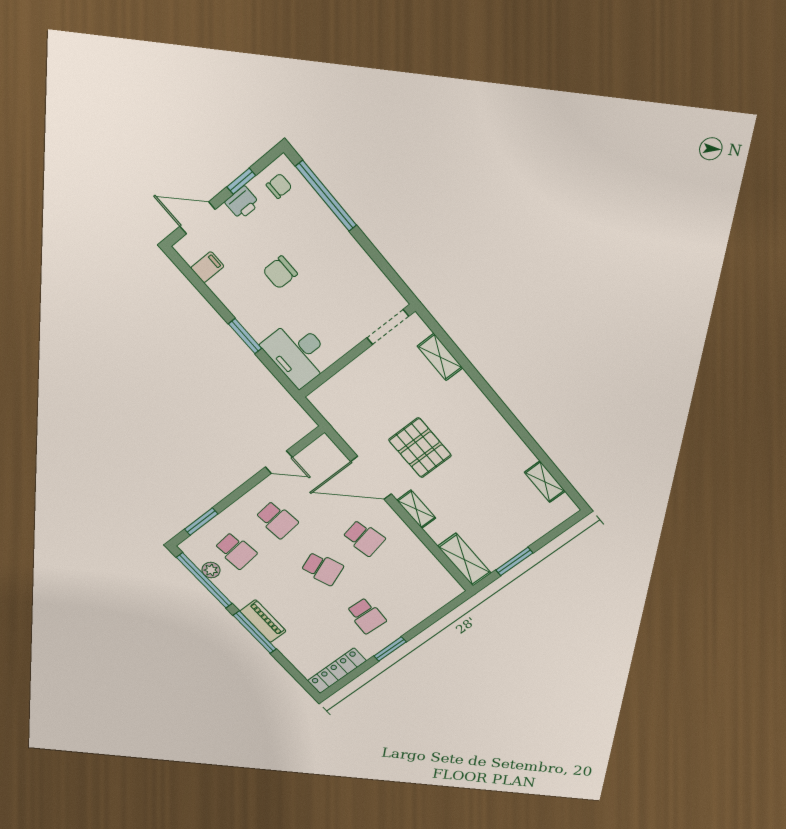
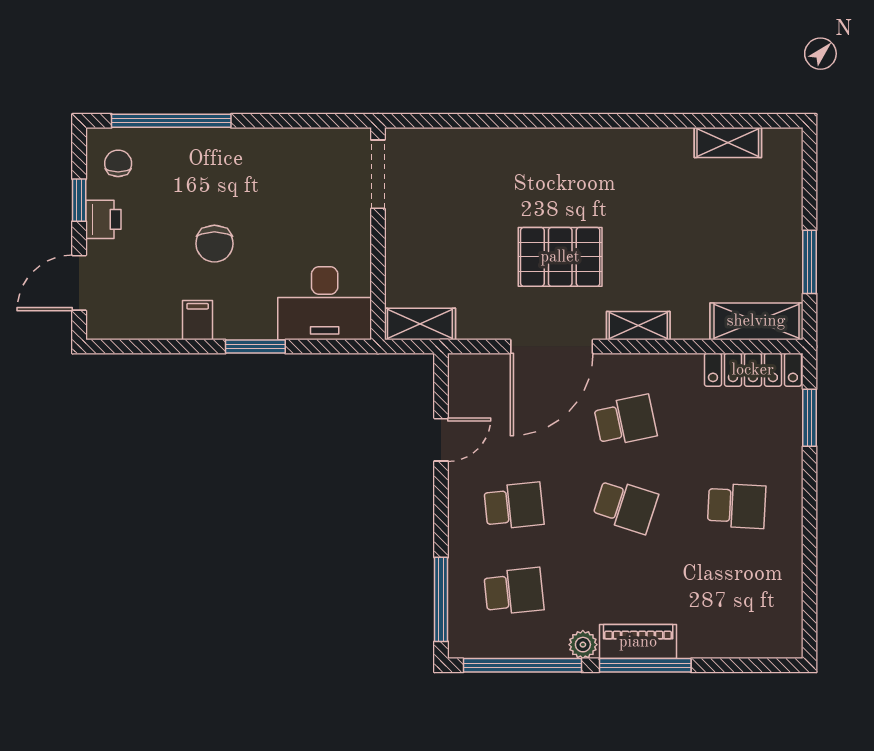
filing cabinet: (207, 267) -> (198, 320), moved
shelving: (440, 357) -> (420, 324), moved
window: (201, 522) -> (441, 599), width x1.44
school desk: (322, 569) -> (625, 506), turned 39
plant: (211, 570) -> (583, 645), moved
window: (390, 649) -> (810, 418), moved
locker: (337, 671) -> (753, 370), moved, turned -90

